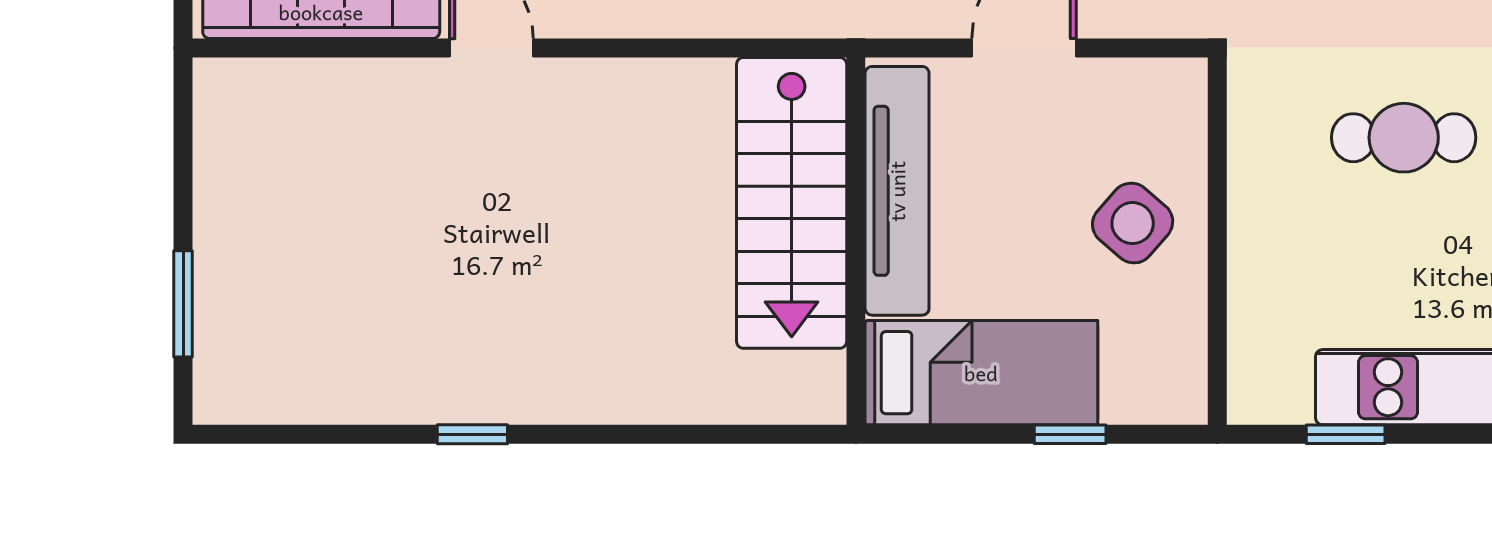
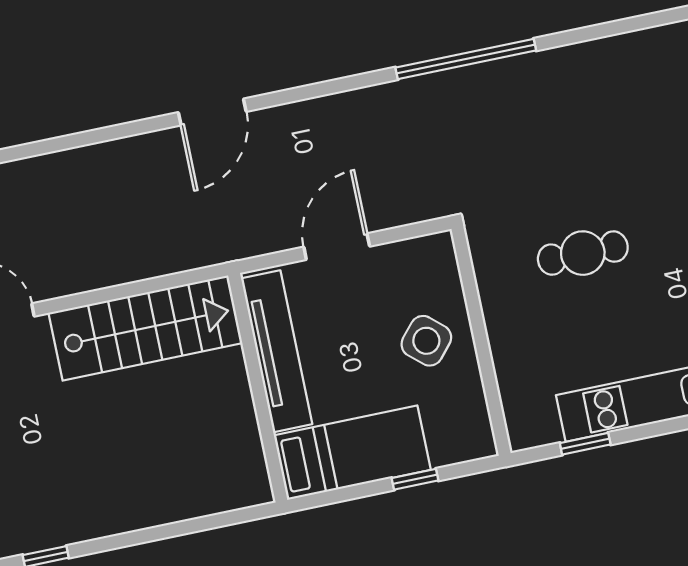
stairs: (792, 203) -> (145, 328), moved, turned -90

